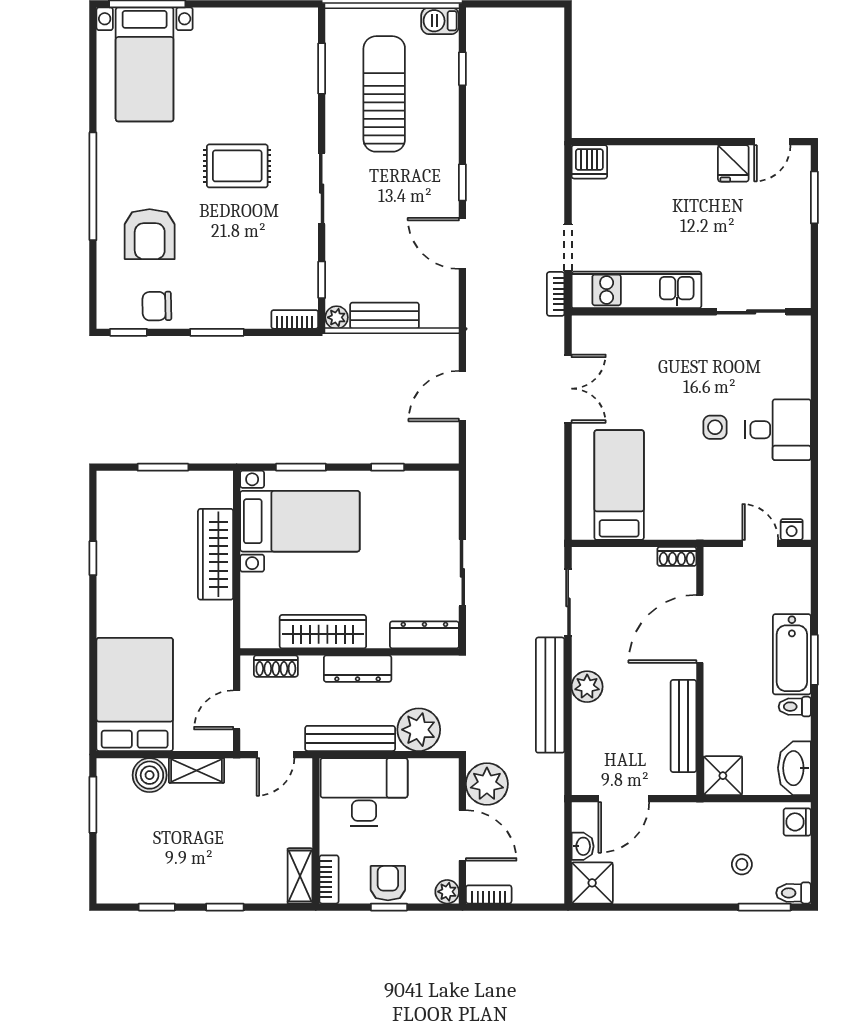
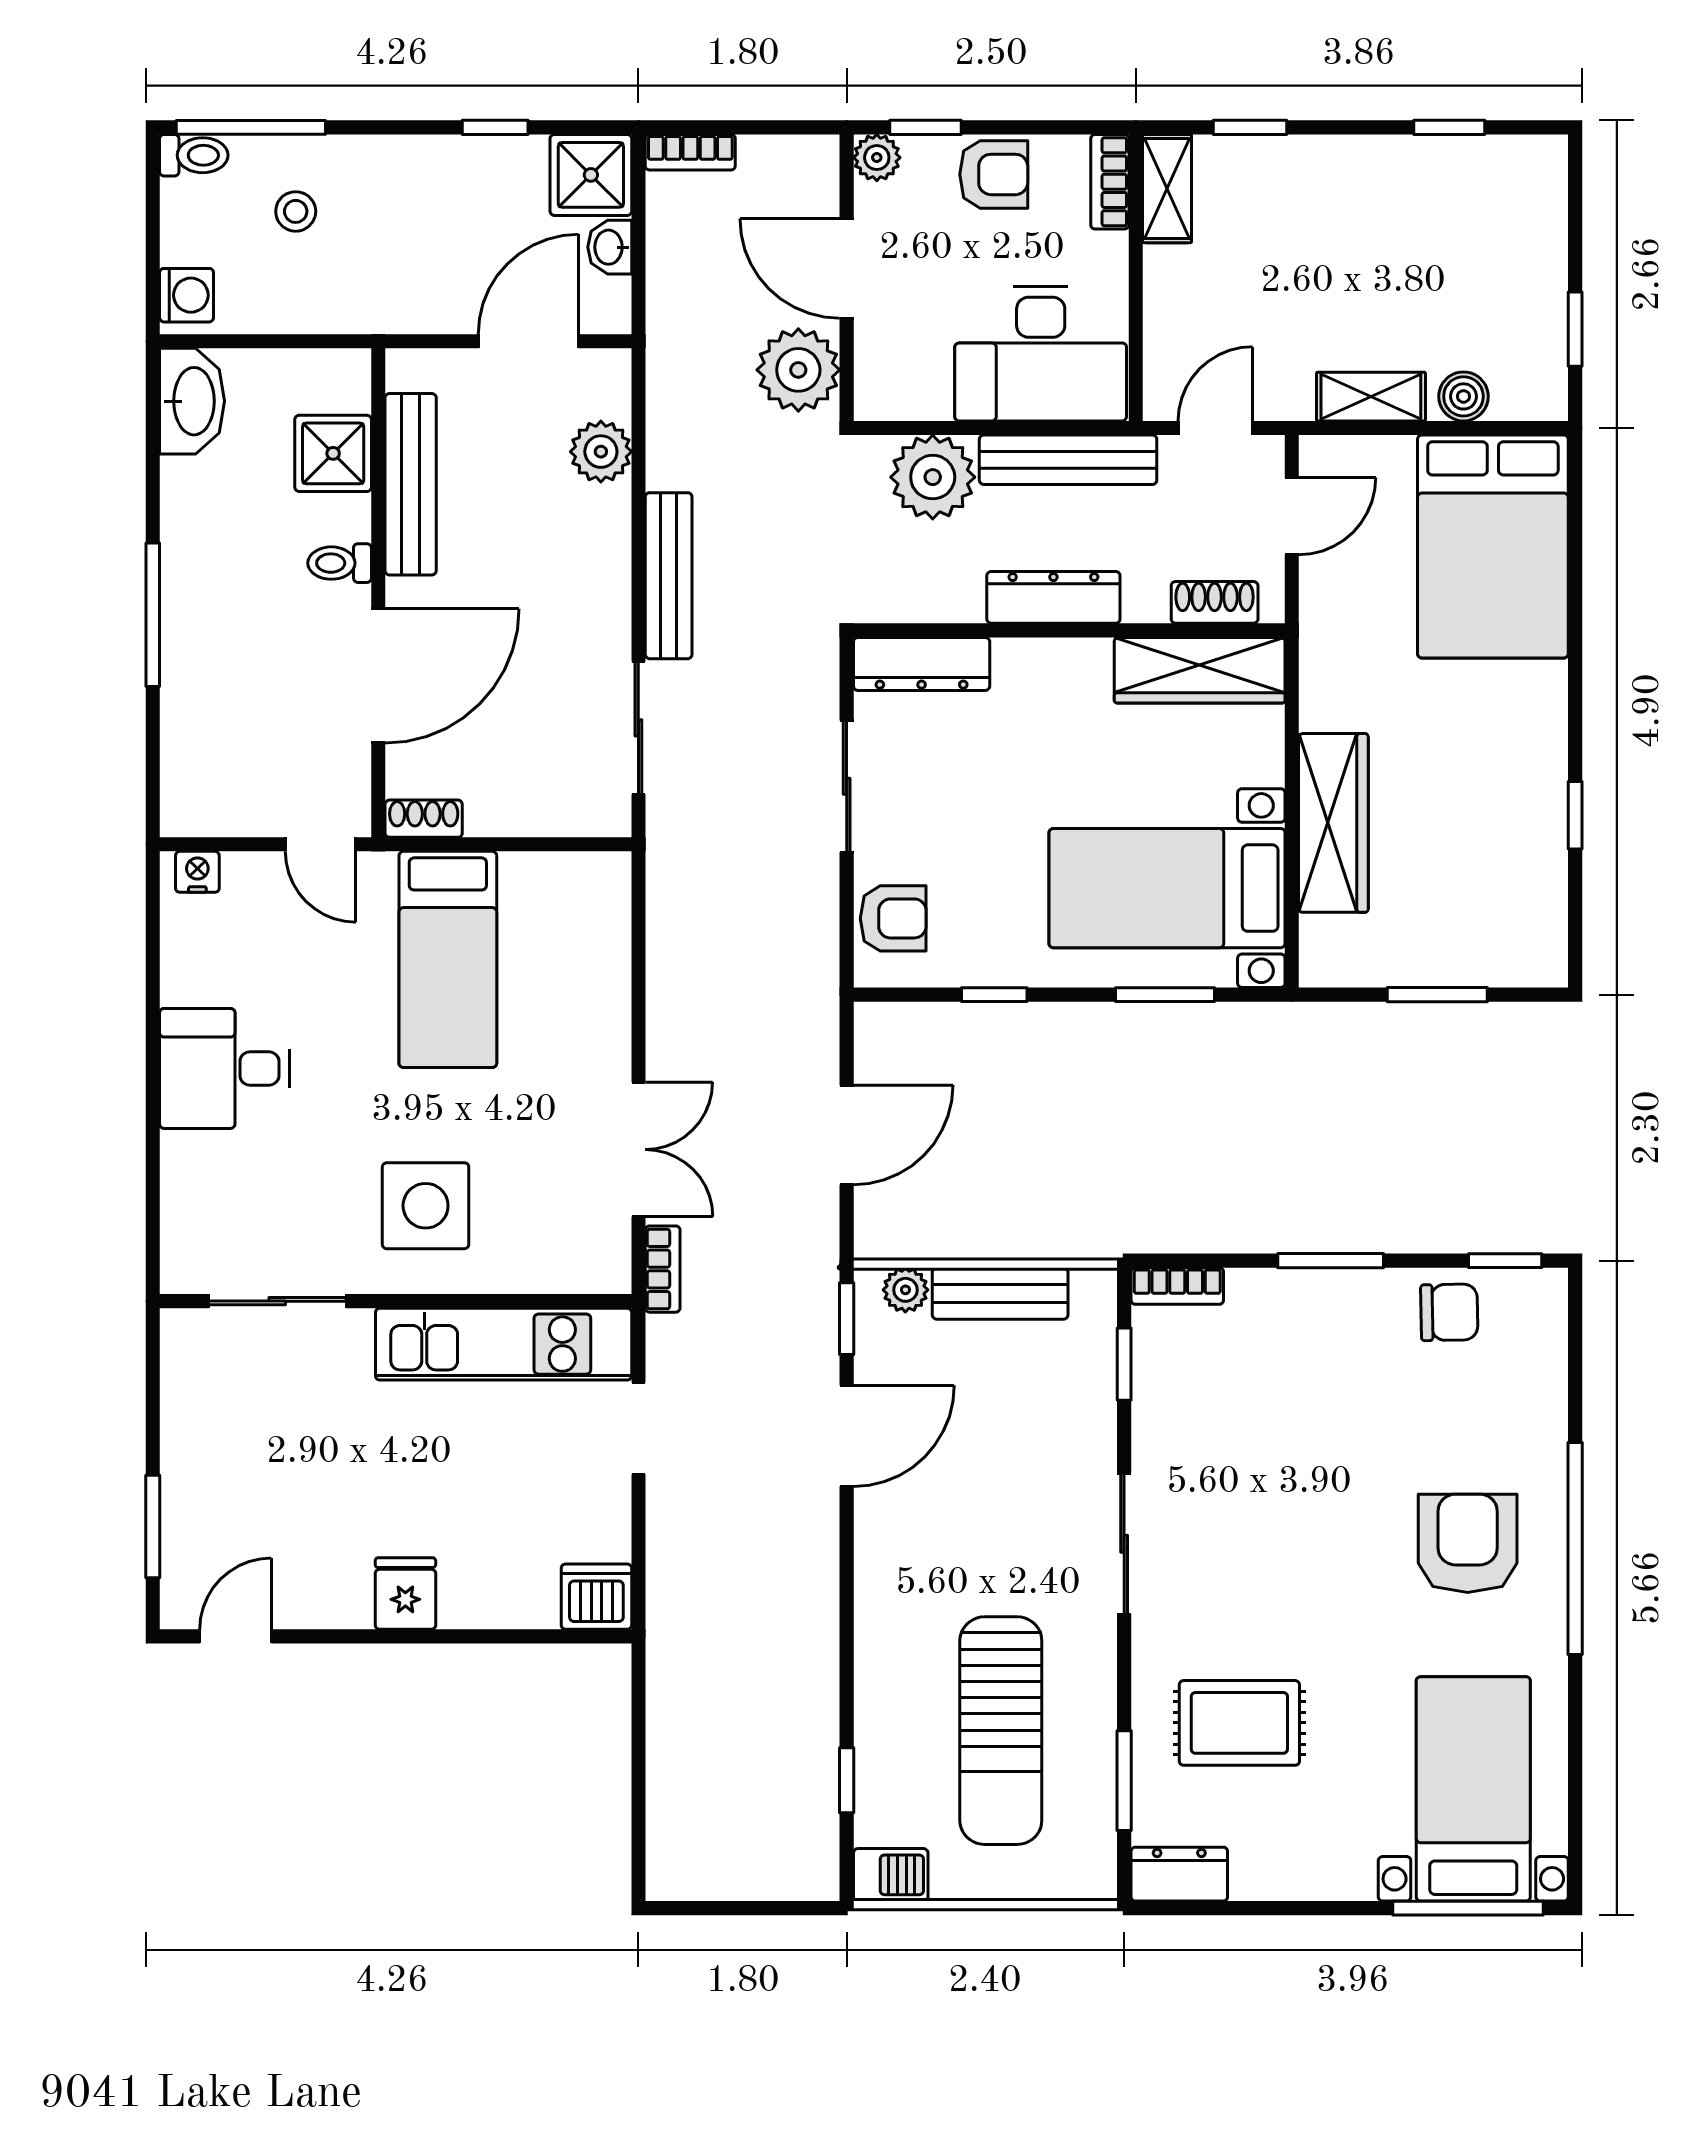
dresser: (294, 21) -> (1179, 1874), added
fridge: (733, 163) -> (405, 1594), moved
rug: (237, 166) -> (1239, 1723), moved
window: (462, 182) -> (847, 1319), moved
armchair: (150, 234) -> (1468, 1543), moved
door: (462, 243) -> (847, 1436), hinge flipped
bookcase: (556, 294) -> (663, 1269), moved
plant: (337, 317) -> (905, 1290), moved
double door: (568, 389) -> (638, 1149), swing flipped
side table: (715, 427) -> (426, 1206), moved, width x1.87, depth x1.87
bed: (619, 485) -> (448, 959), moved
armchair: (439, 506) -> (893, 918), added
door: (760, 543) -> (321, 844), moved
wardrobe: (323, 632) -> (1200, 670), moved
bathtub: (792, 654) -> (197, 626), removed
window: (814, 660) -> (153, 615), width x1.44
plant: (587, 687) -> (601, 452), moved
bench: (550, 695) -> (669, 576), width x0.73, depth x0.82
toilet: (795, 707) -> (340, 563), moved, turned 180
boiler: (150, 775) -> (1463, 396), width x0.73, depth x0.73
shower: (723, 776) -> (333, 453), moved
window: (93, 805) -> (1575, 329), width x0.67
armchair: (388, 883) -> (994, 174), turned -90
bookcase: (489, 894) -> (690, 152), moved
window: (225, 907) -> (1250, 127), moved
window: (389, 907) -> (926, 127), moved
window: (641, 907) -> (495, 127), added
window: (765, 907) -> (251, 127), width x1.44

